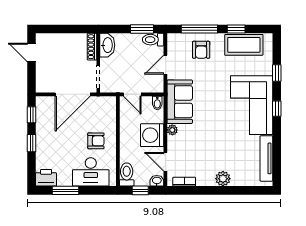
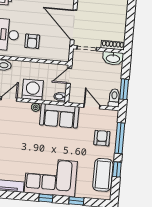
armchair: (201, 50) -> (102, 138), turned 90

